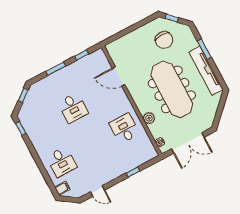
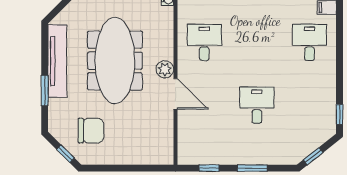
chair: (164, 40) -> (91, 131), turned 90
door: (119, 76) -> (175, 94), moved
plant: (149, 118) -> (165, 69), moved
desk: (124, 129) -> (204, 42), turned 180

